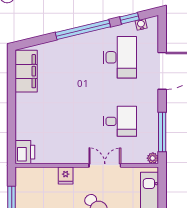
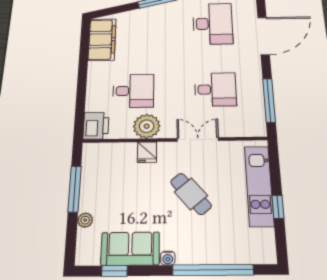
desk: (54, 121) -> (133, 91), added
plant: (153, 158) -> (147, 126), moved, width x1.88, depth x1.88

